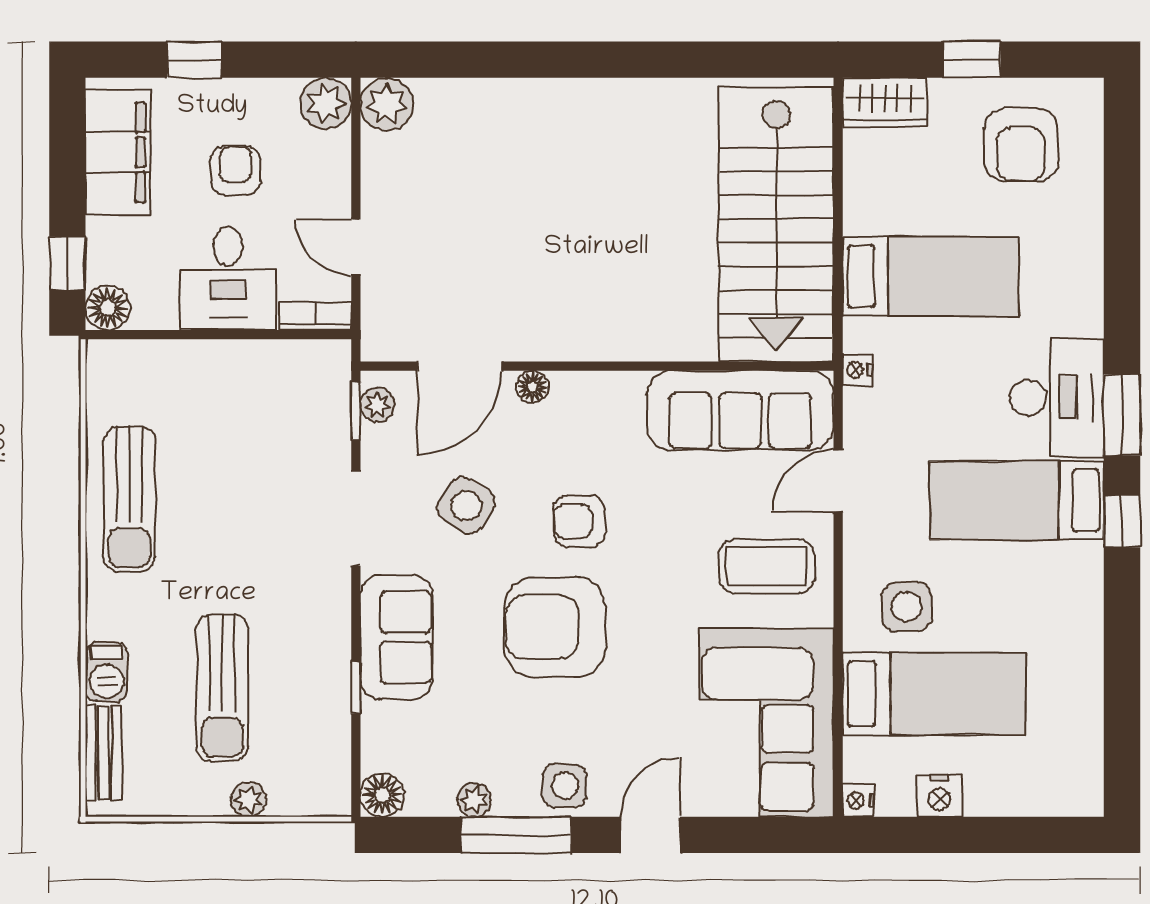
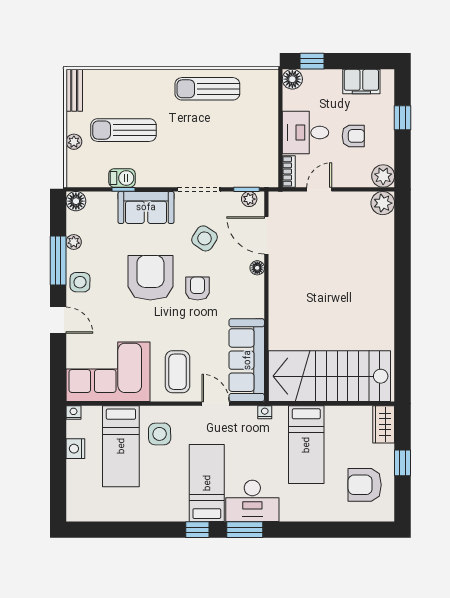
filing cabinet: (118, 152) -> (361, 82), width x0.67, depth x0.86
barbecue: (106, 672) -> (122, 178), moved, turned 180
bench: (104, 753) -> (74, 90), moved, turned 90

